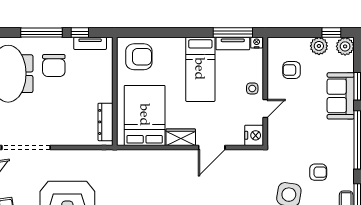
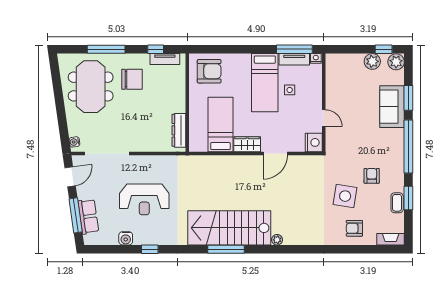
window: (42, 33) -> (106, 49), moved
chair: (54, 66) -> (132, 79), turned -90
armchair: (292, 70) -> (348, 83), removed
side table: (252, 88) -> (290, 90), moved
door: (265, 108) -> (324, 118), hinge flipped
bed: (145, 115) -> (220, 124), width x0.67
armchair: (318, 172) -> (372, 176), turned -90

